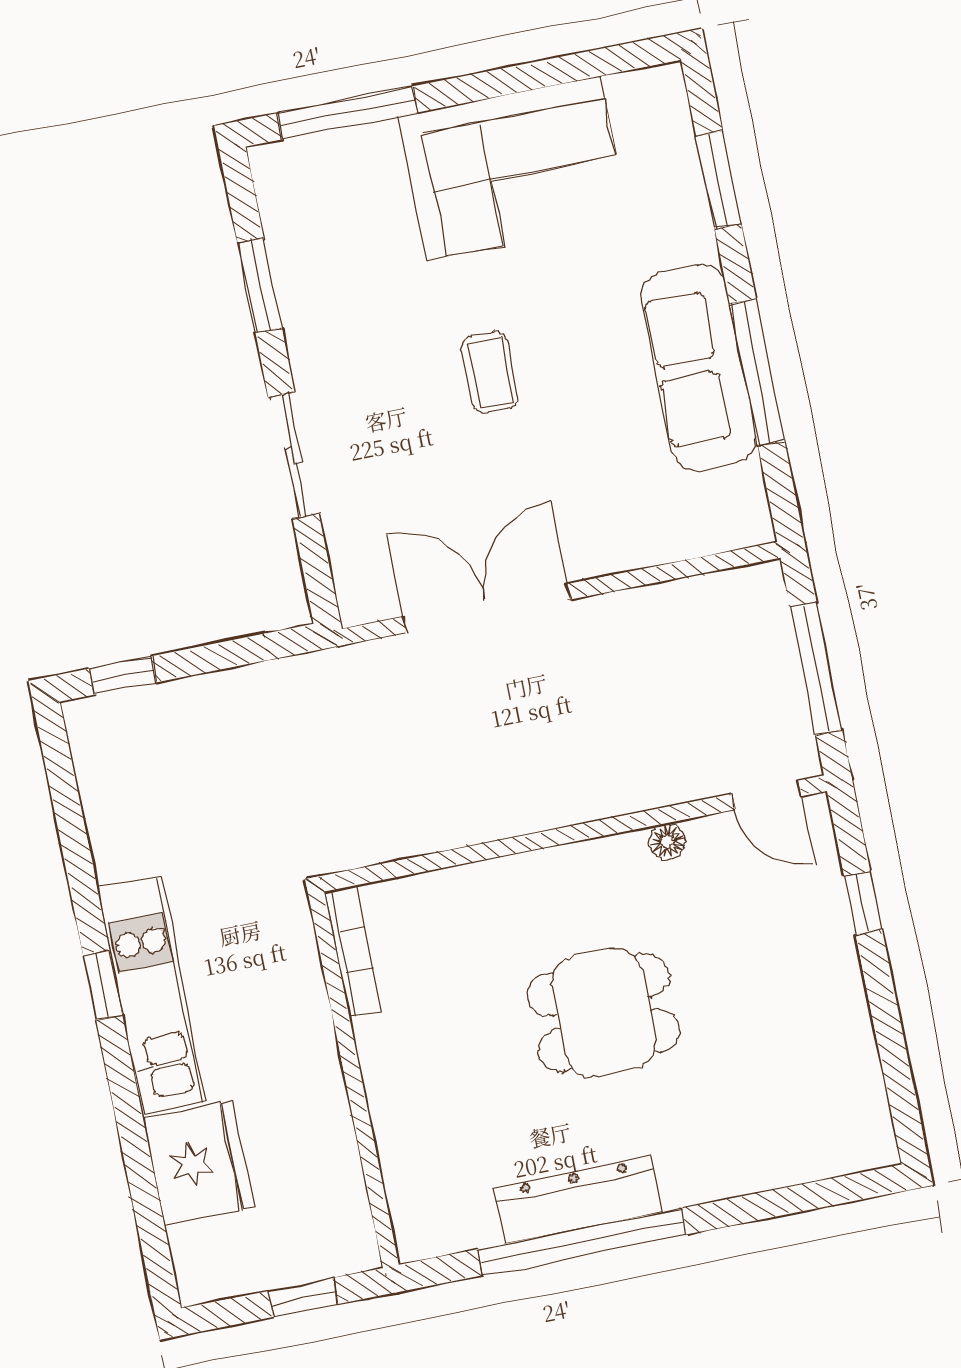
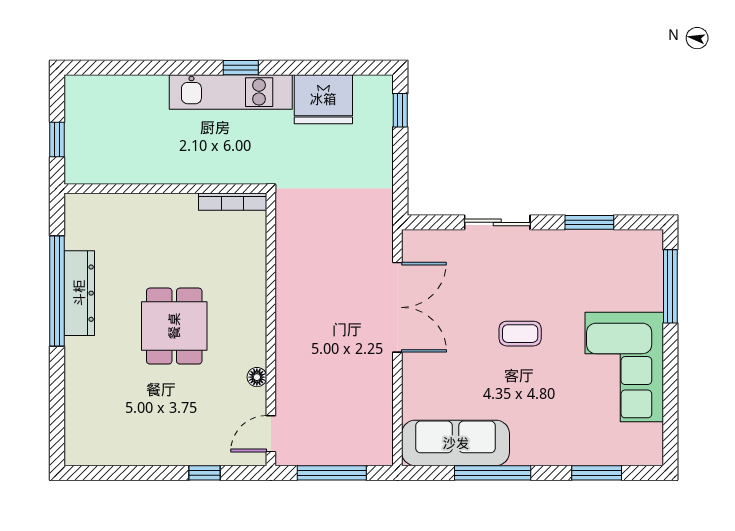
sofa: (699, 368) -> (456, 443), moved
fridge: (199, 1163) -> (323, 99), moved

